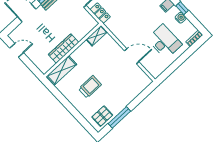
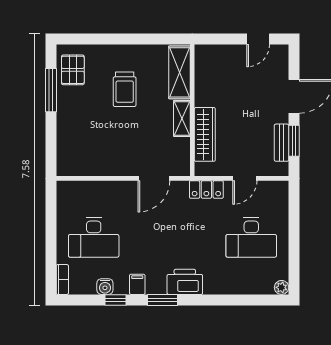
shelving: (97, 36) -> (182, 118), moved
wardrobe: (64, 49) -> (205, 134), moved
door: (132, 56) -> (154, 178), moved

